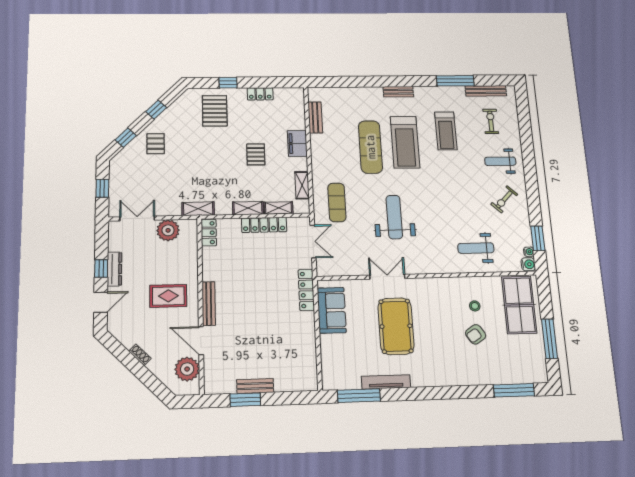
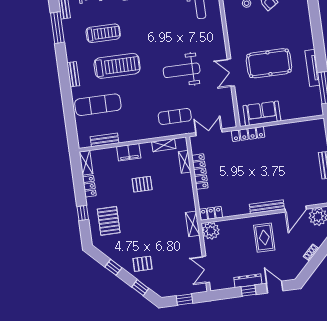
pallet: (215, 111) -> (109, 221), turned 90
exercise mat: (370, 147) -> (98, 105), moved
shelving: (248, 208) -> (86, 163), moved
plant: (168, 230) -> (211, 231), moved

